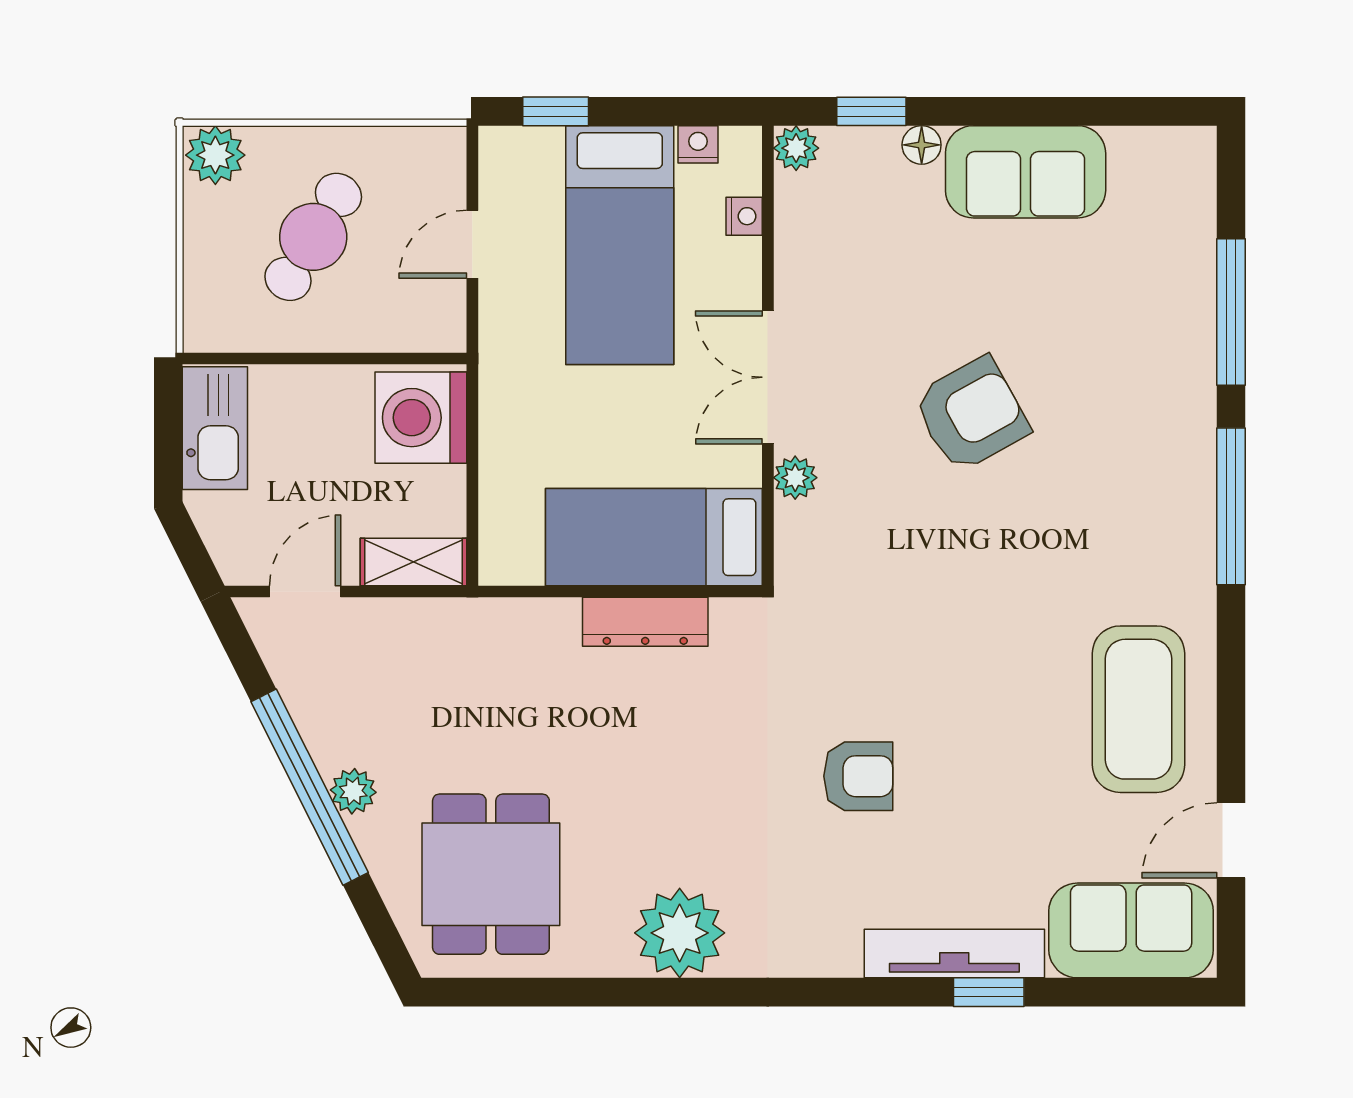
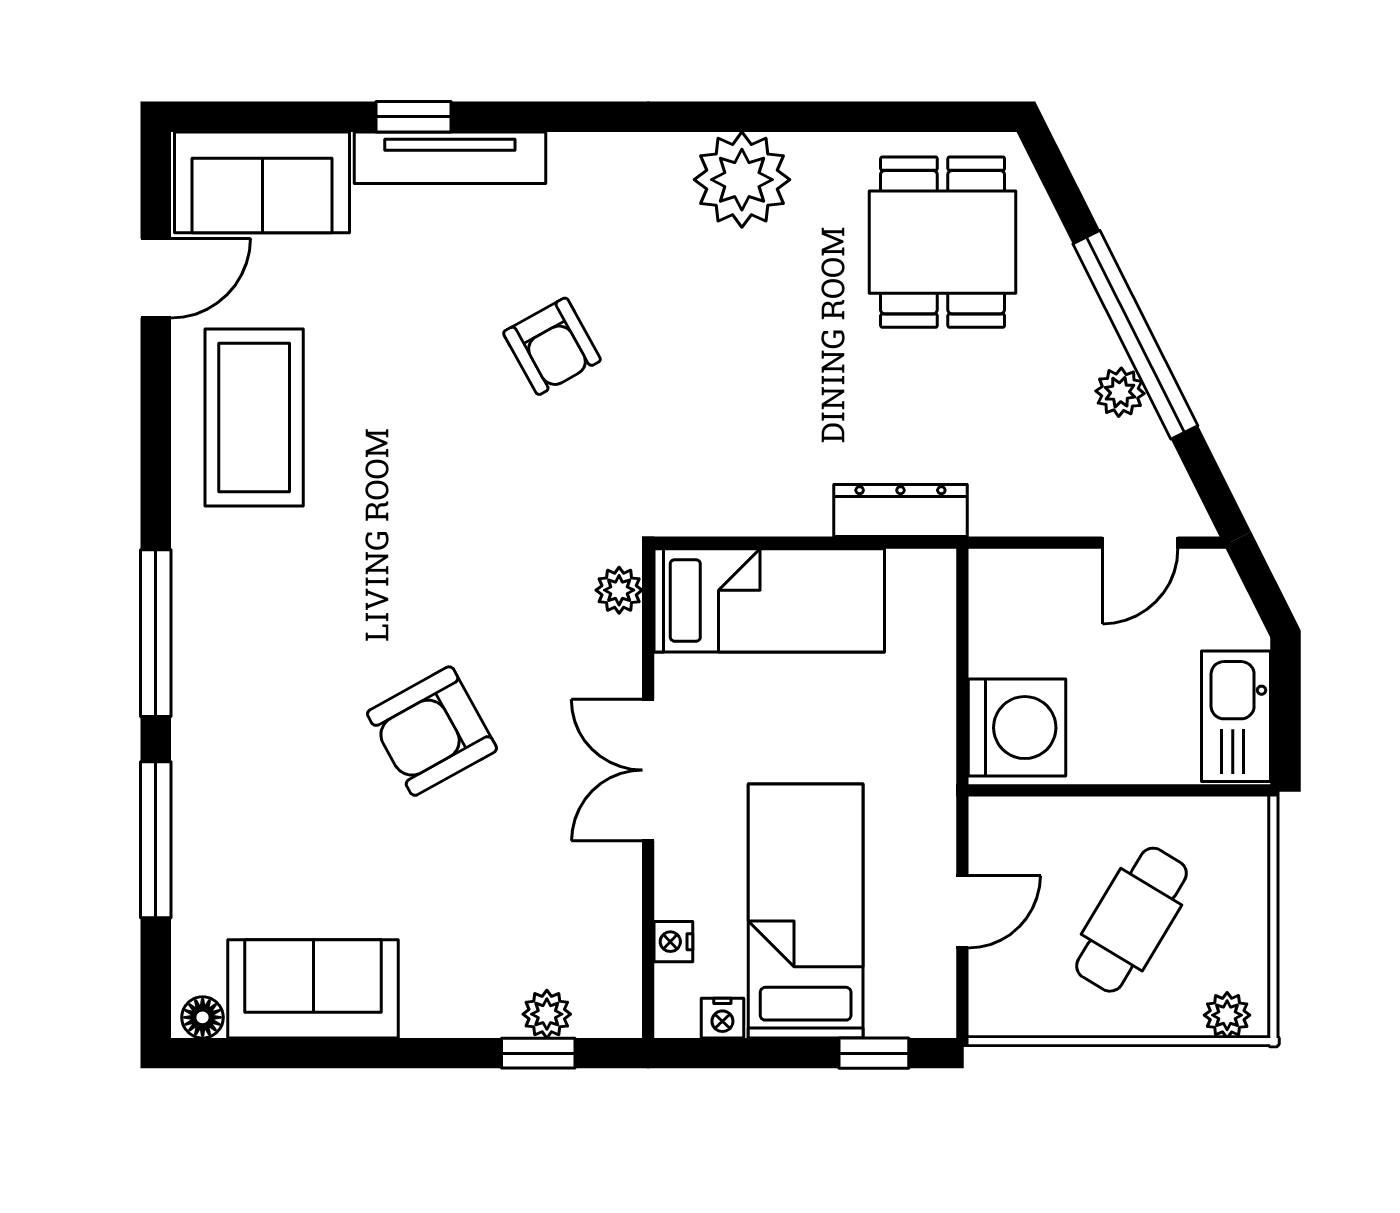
floor lamp: (922, 145) -> (203, 1017), moved
plant: (796, 148) -> (547, 1014), moved
plant: (215, 155) -> (1227, 1015), width x0.73, depth x0.73
sofa: (1026, 172) -> (313, 989), moved
double door: (768, 377) -> (648, 770), swing flipped
plant: (795, 478) -> (619, 590), moved
shelving: (414, 562) -> (1025, 574), removed
dresser: (645, 622) -> (900, 511), moved
armchair: (858, 776) -> (552, 346), turned -119
plant: (353, 791) -> (1120, 392), moved

